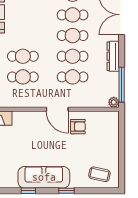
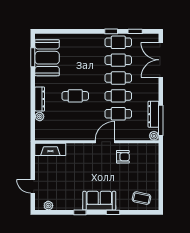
dresser: (113, 56) -> (153, 114), moved
cafe table: (23, 77) -> (75, 114), removed
door: (57, 109) -> (105, 142), swing flipped
sofa: (44, 177) -> (99, 201), width x0.73

